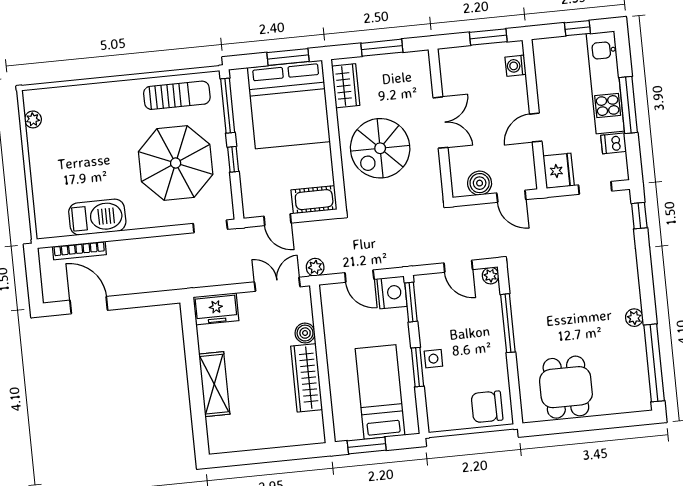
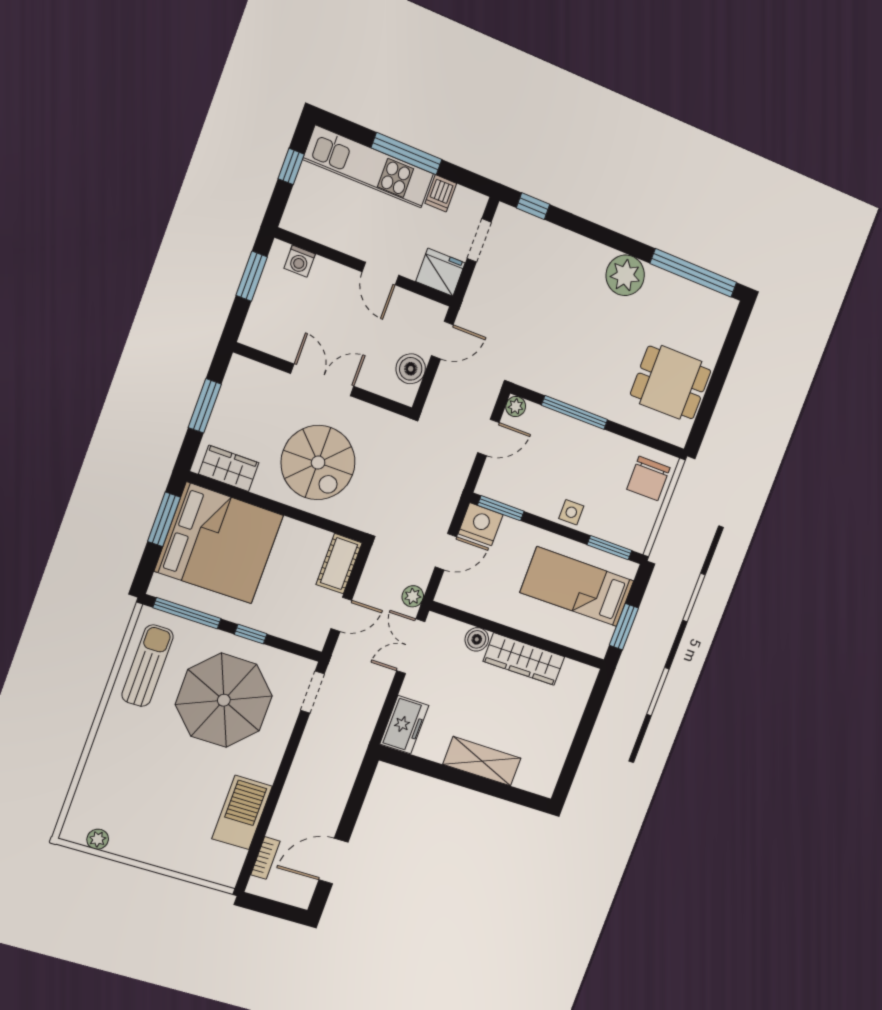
bookcase: (79, 251) -> (265, 858), width x0.64
plant: (634, 318) -> (625, 275), width x1.87, depth x1.87
window: (418, 367) -> (610, 548), moved

